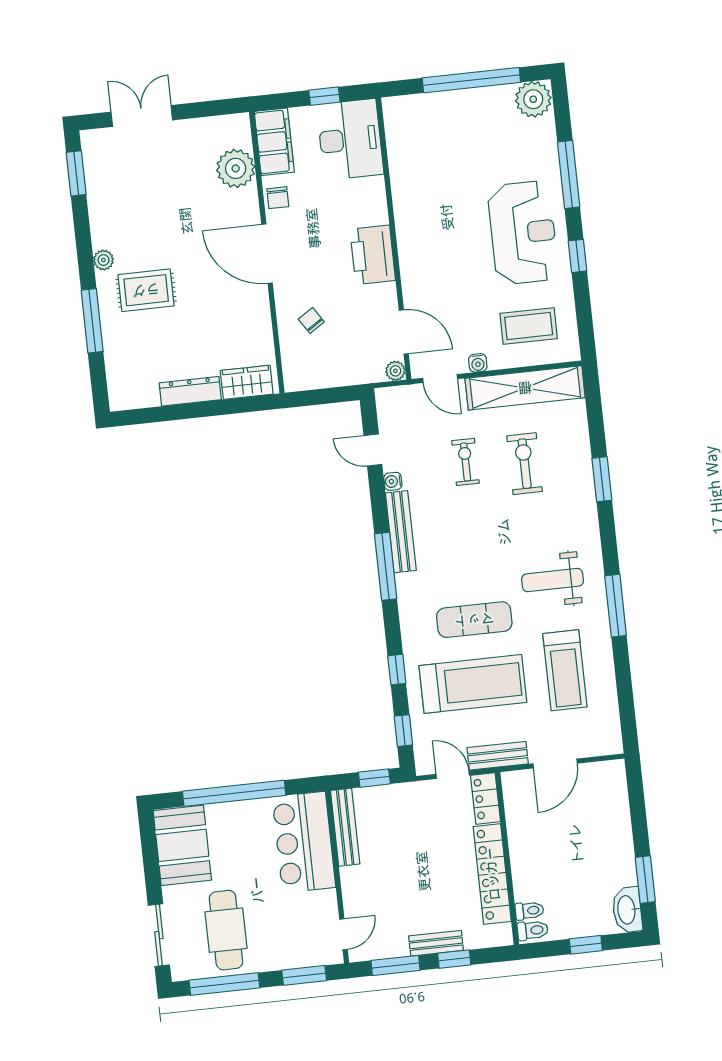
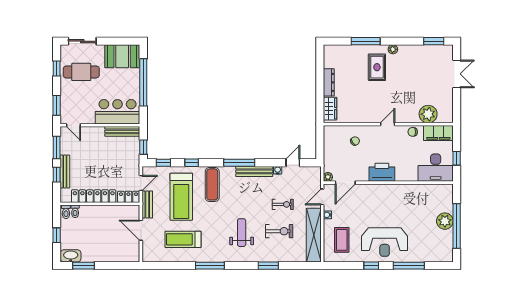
plant: (533, 99) -> (445, 221), moved
door: (267, 254) -> (388, 124), width x0.53
weight bench: (553, 580) -> (242, 233), moved
exercise mat: (474, 620) -> (212, 184), moved
bench: (436, 943) -> (65, 172), width x1.36
window: (224, 984) -> (57, 69), width x0.46

